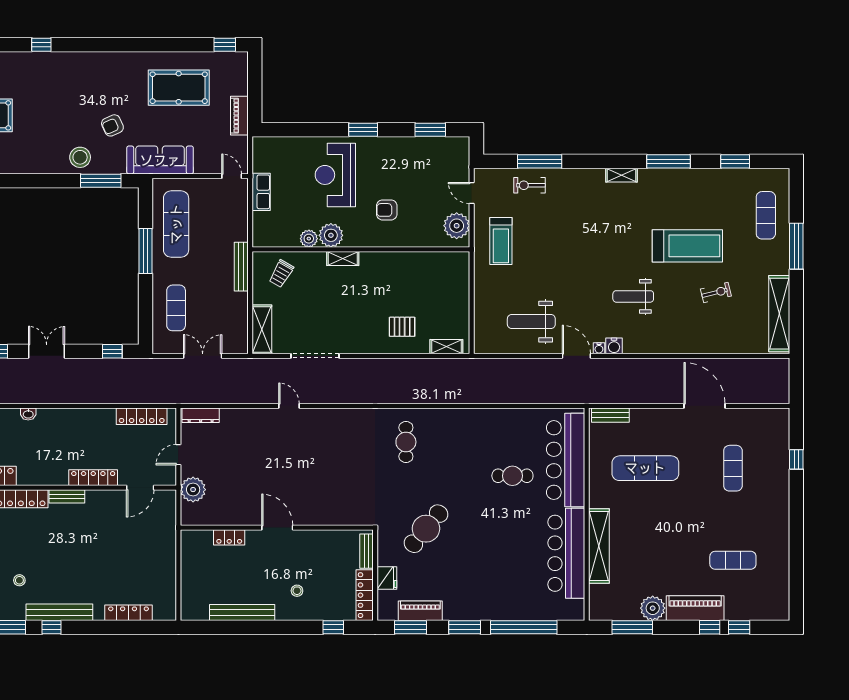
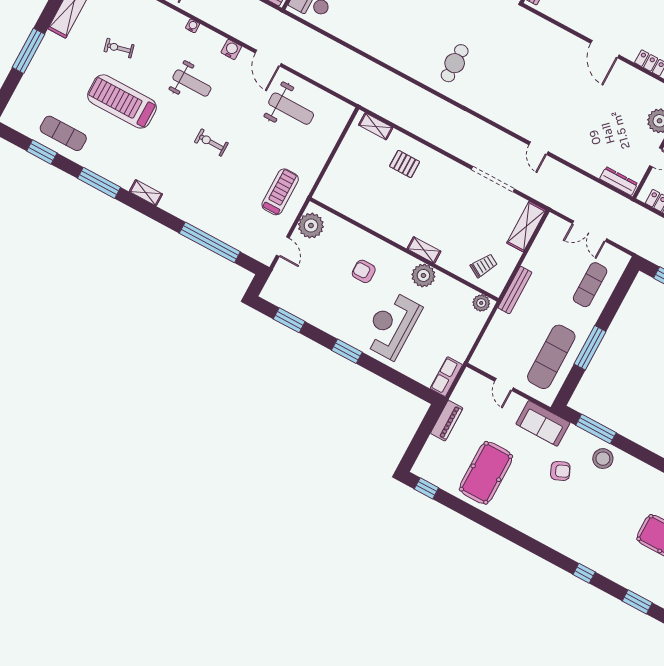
pool table: (179, 88) -> (486, 473), turned 90
sofa: (160, 160) -> (543, 423), width x0.73
window: (540, 161) -> (210, 242), width x1.46
reception desk: (335, 175) -> (392, 325), turned 180
door: (232, 176) -> (504, 385), moved
exercise bike: (529, 185) -> (211, 143), moved, turned 180
row of seats: (261, 192) -> (446, 377), moved
armchair: (387, 210) -> (364, 271), turned 180
exercise mat: (766, 215) -> (63, 133), moved, turned 90
plant: (309, 239) -> (481, 303), moved
water cooler: (599, 348) -> (193, 26), moved

